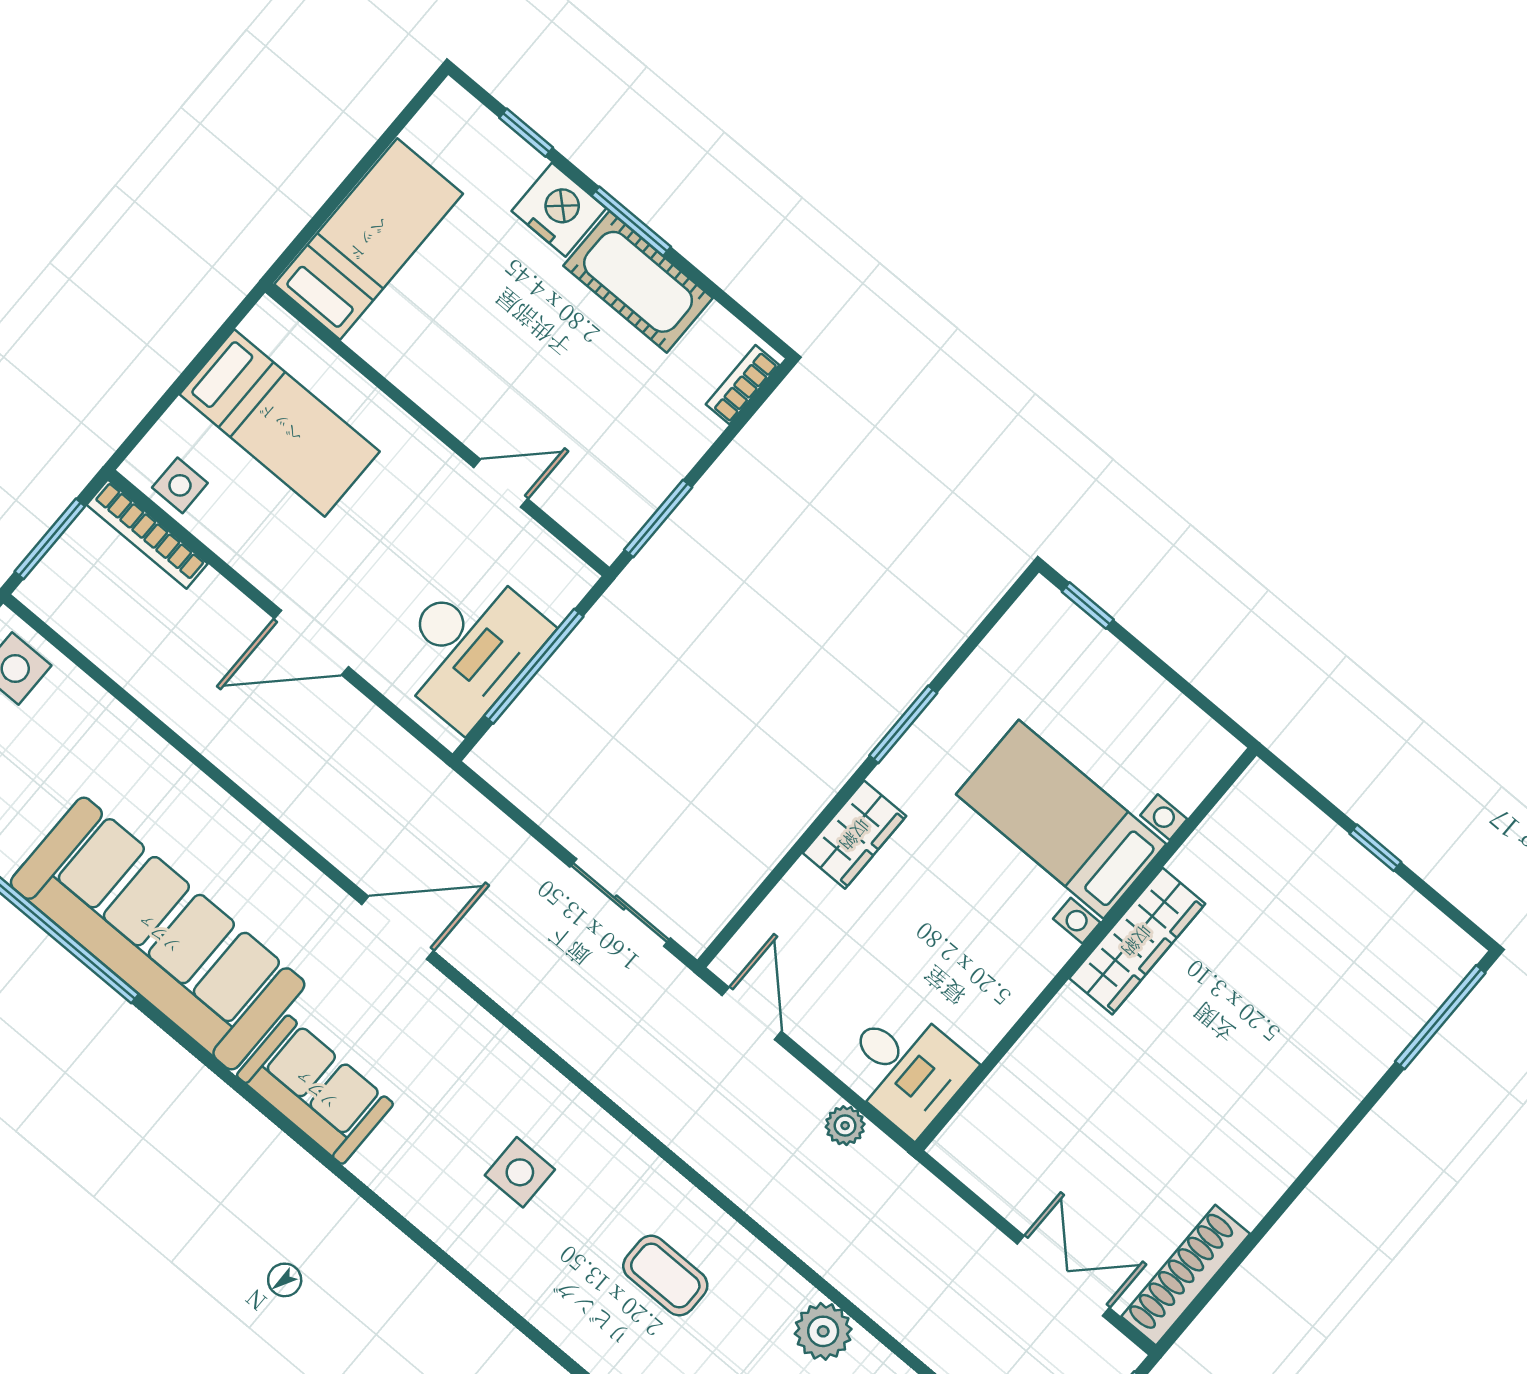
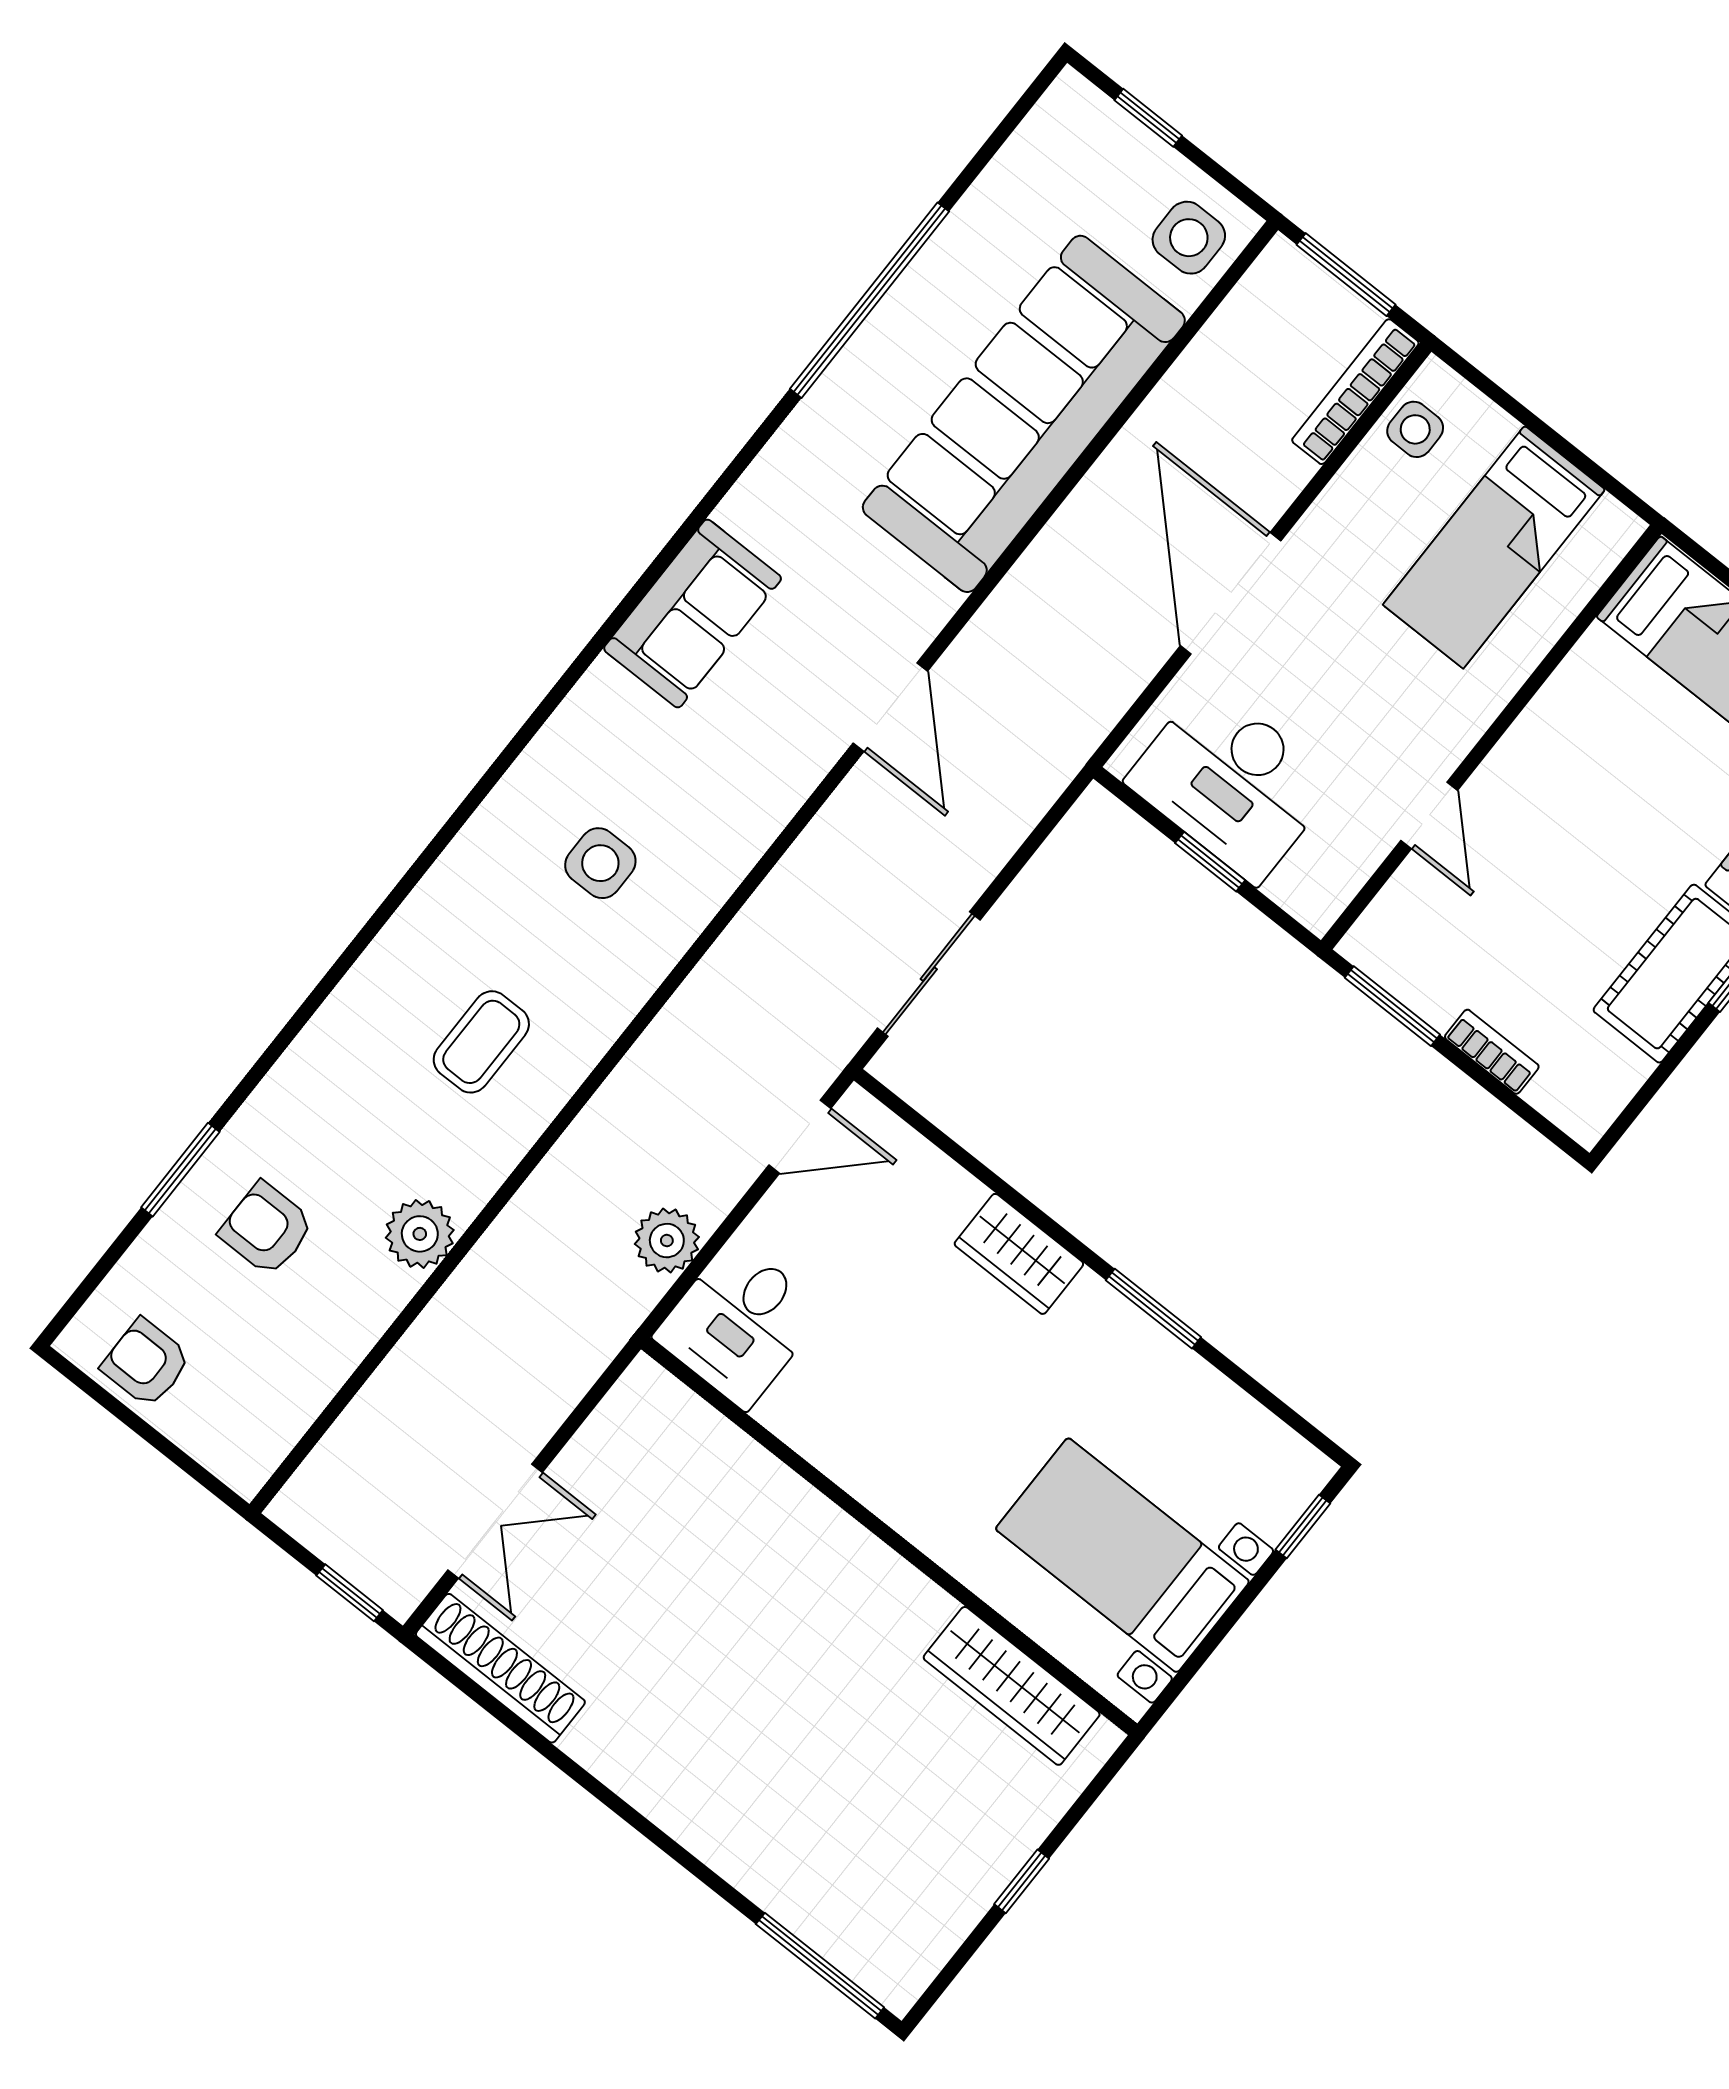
bookcase: (743, 385) -> (1492, 1052), moved
door: (311, 643) -> (1231, 593), width x1.36
window: (534, 666) -> (1210, 862), width x0.46
bed with nightstands: (1061, 819) -> (1122, 1555), moved, turned -90
sofa: (158, 934) -> (1024, 414), moved, turned 180
wardrobe: (1137, 941) -> (1012, 1686), moved
plant: (845, 1126) -> (667, 1241), width x1.38, depth x1.38

